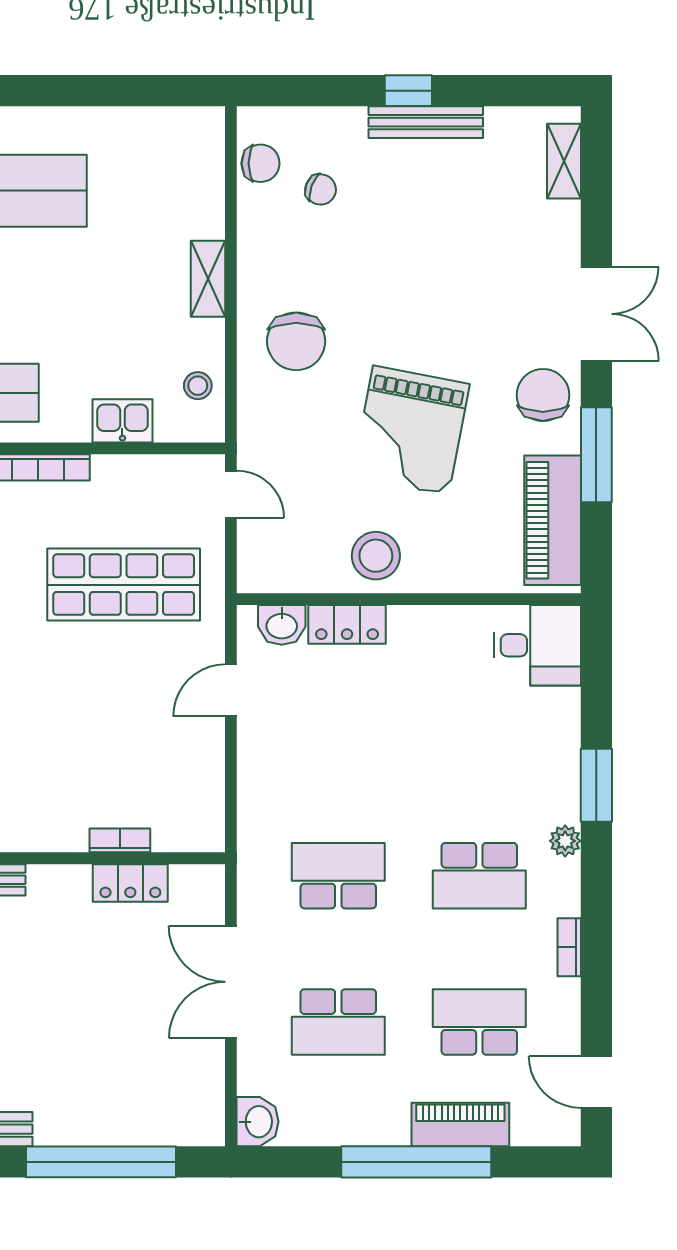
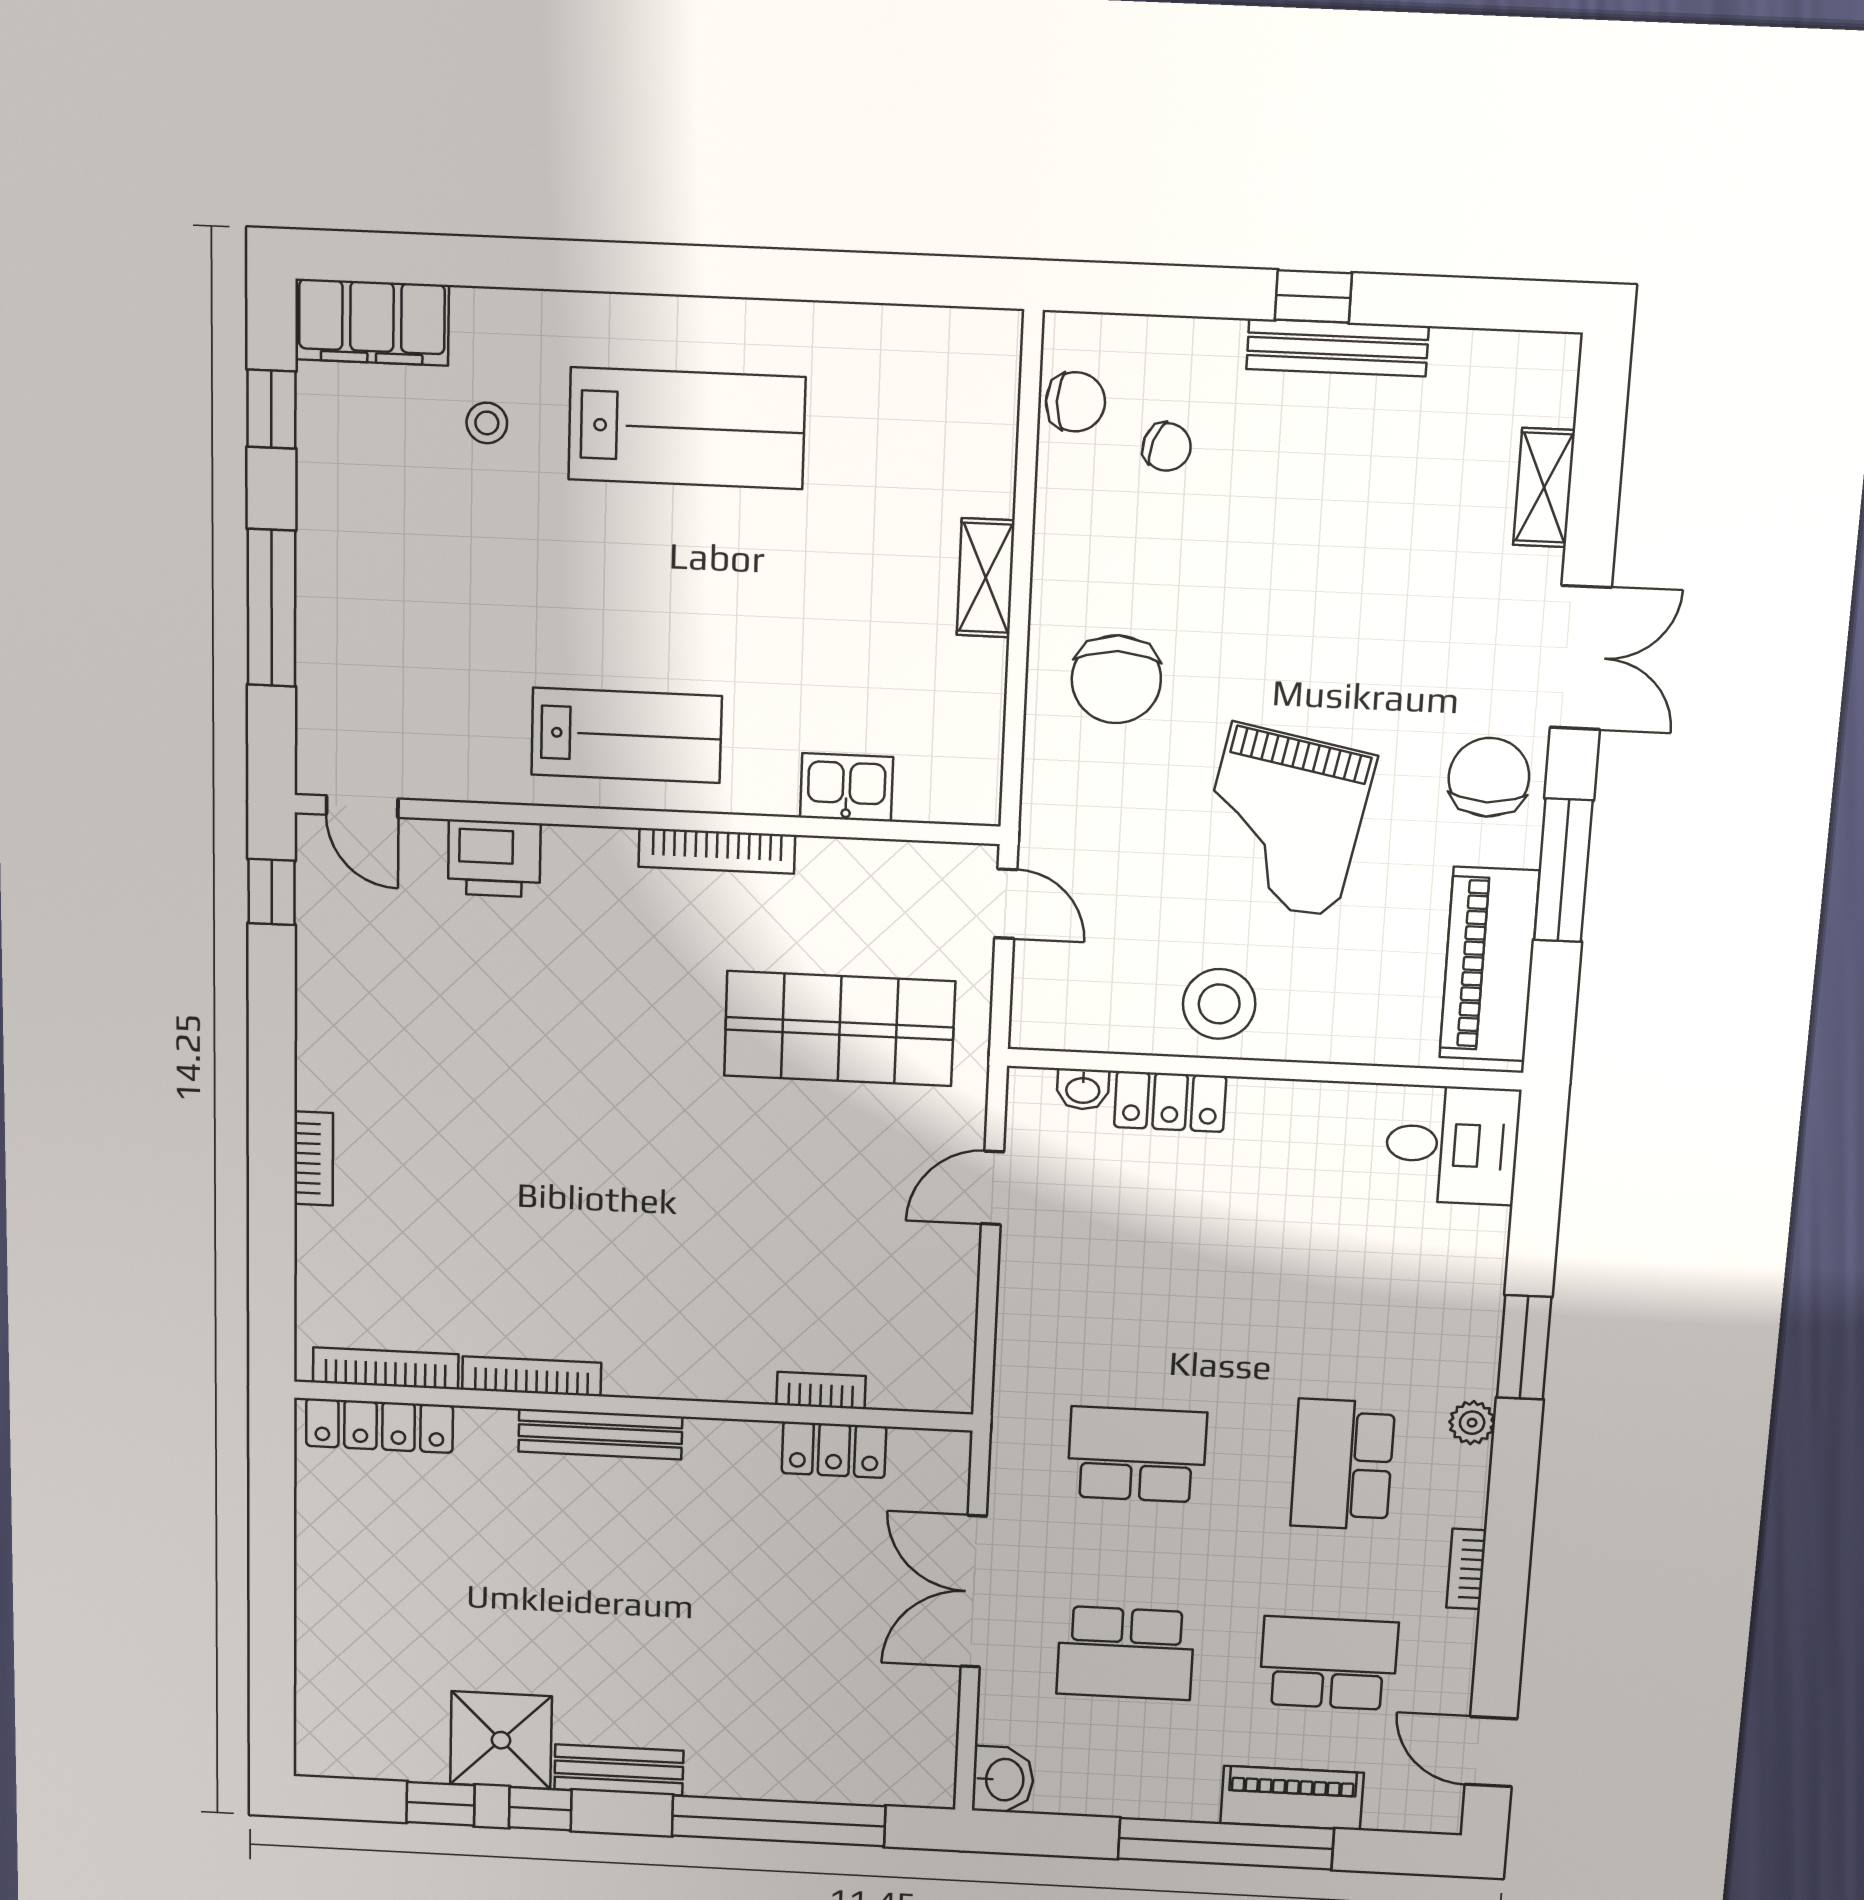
shelving: (564, 161) -> (1544, 488), moved
stool: (198, 386) -> (963, 740), removed
washbasin: (282, 625) -> (1083, 1089), width x0.72, depth x0.69
school desk: (479, 876) -> (1343, 1465), turned 90

